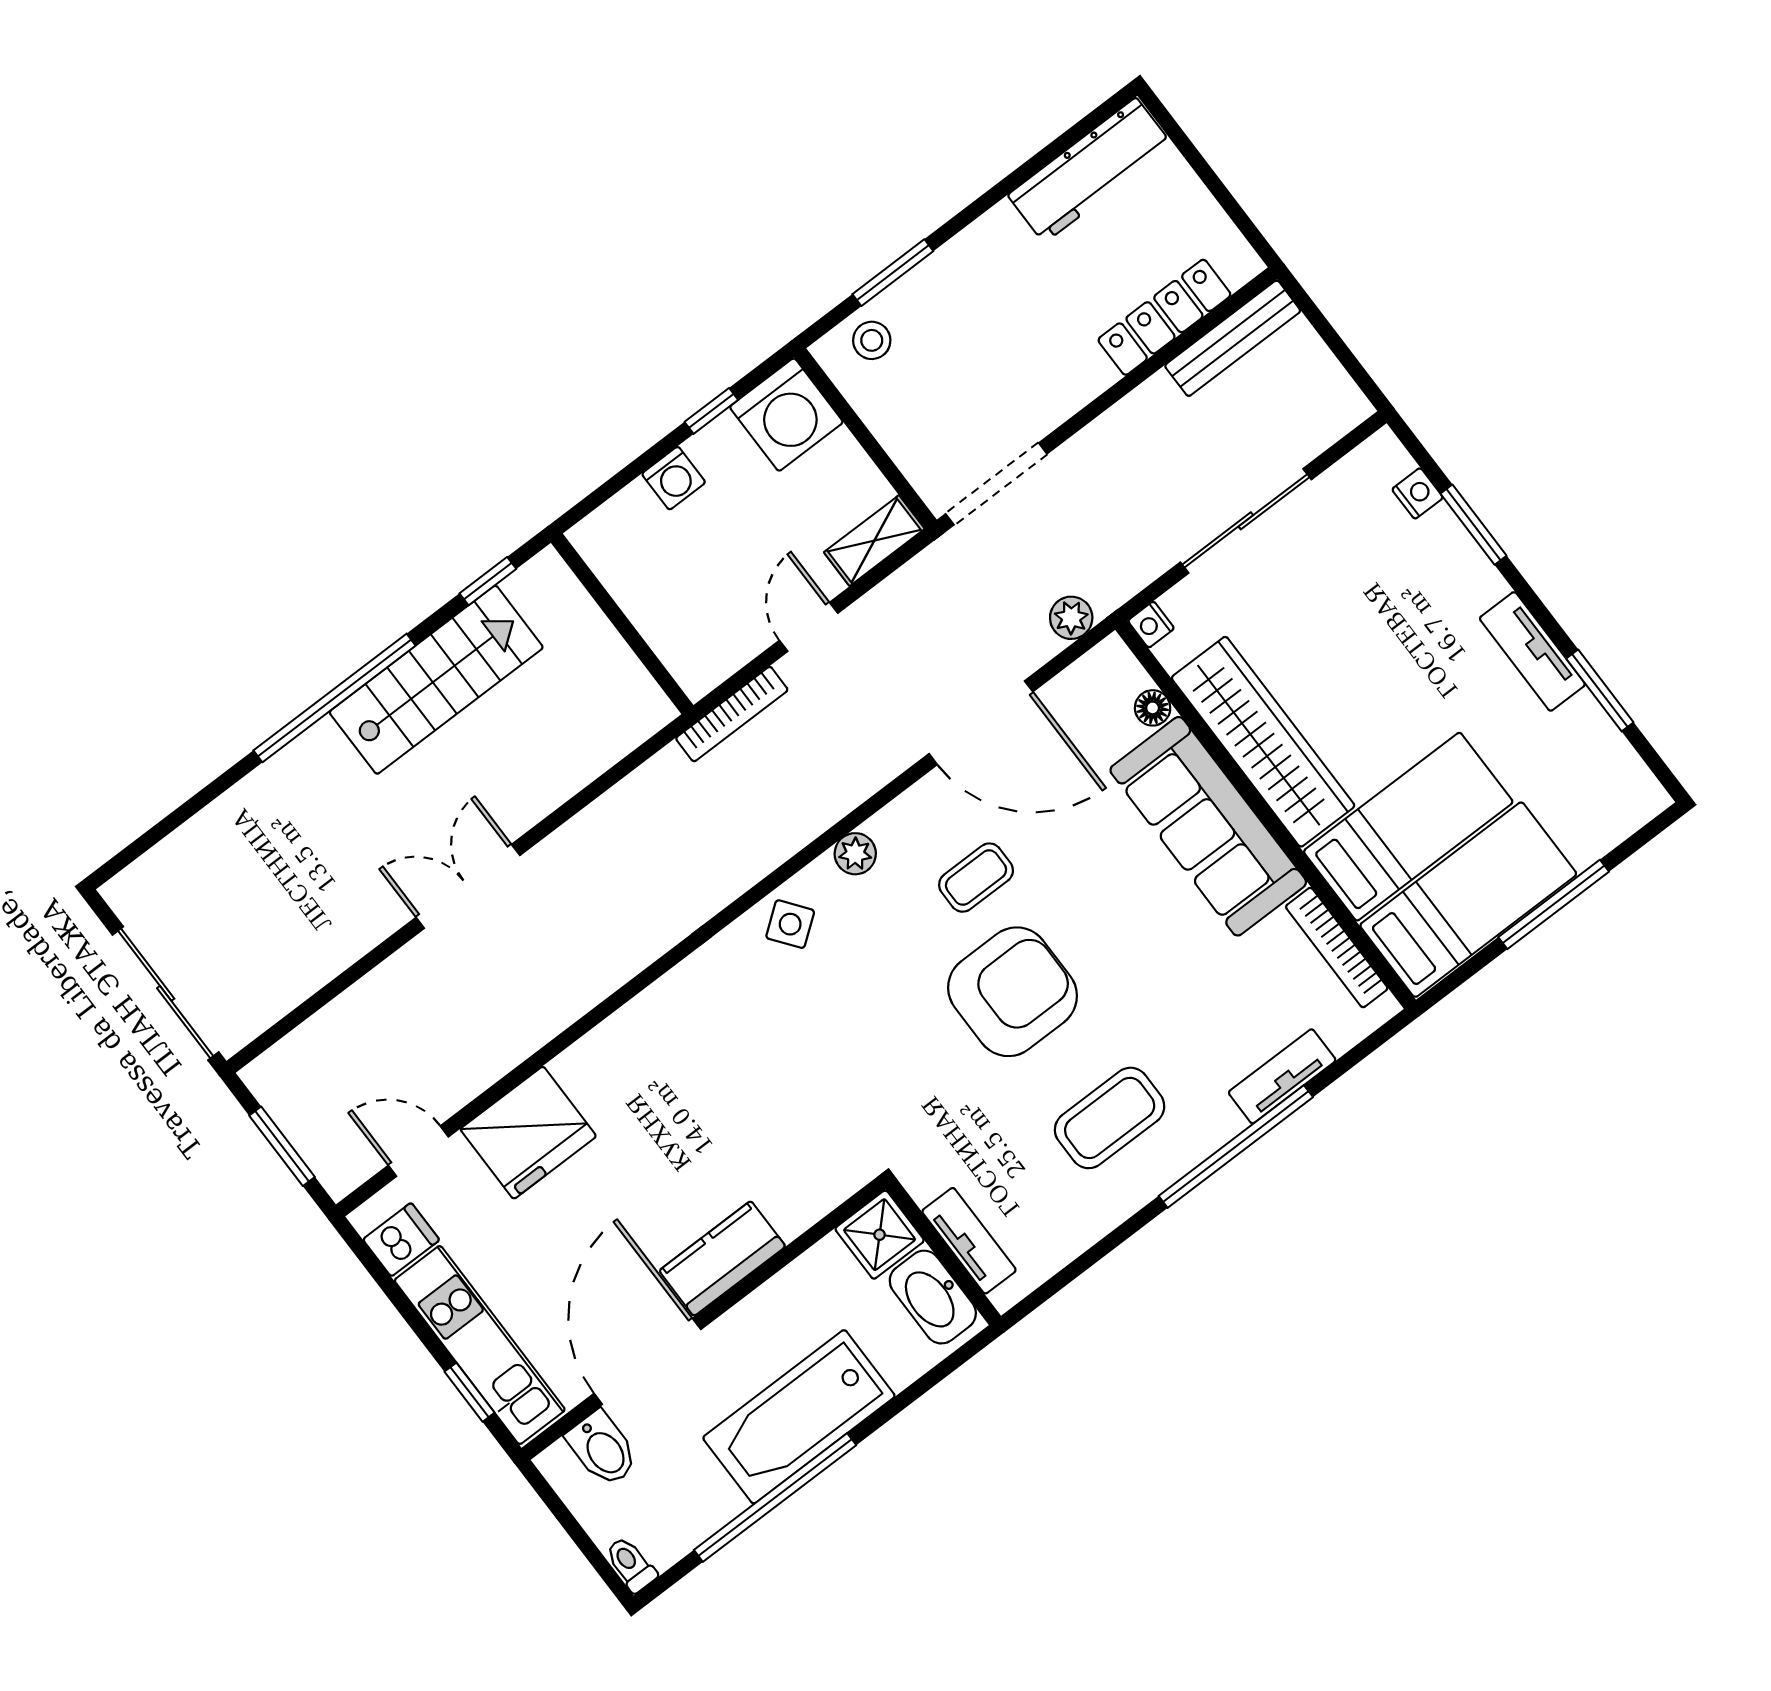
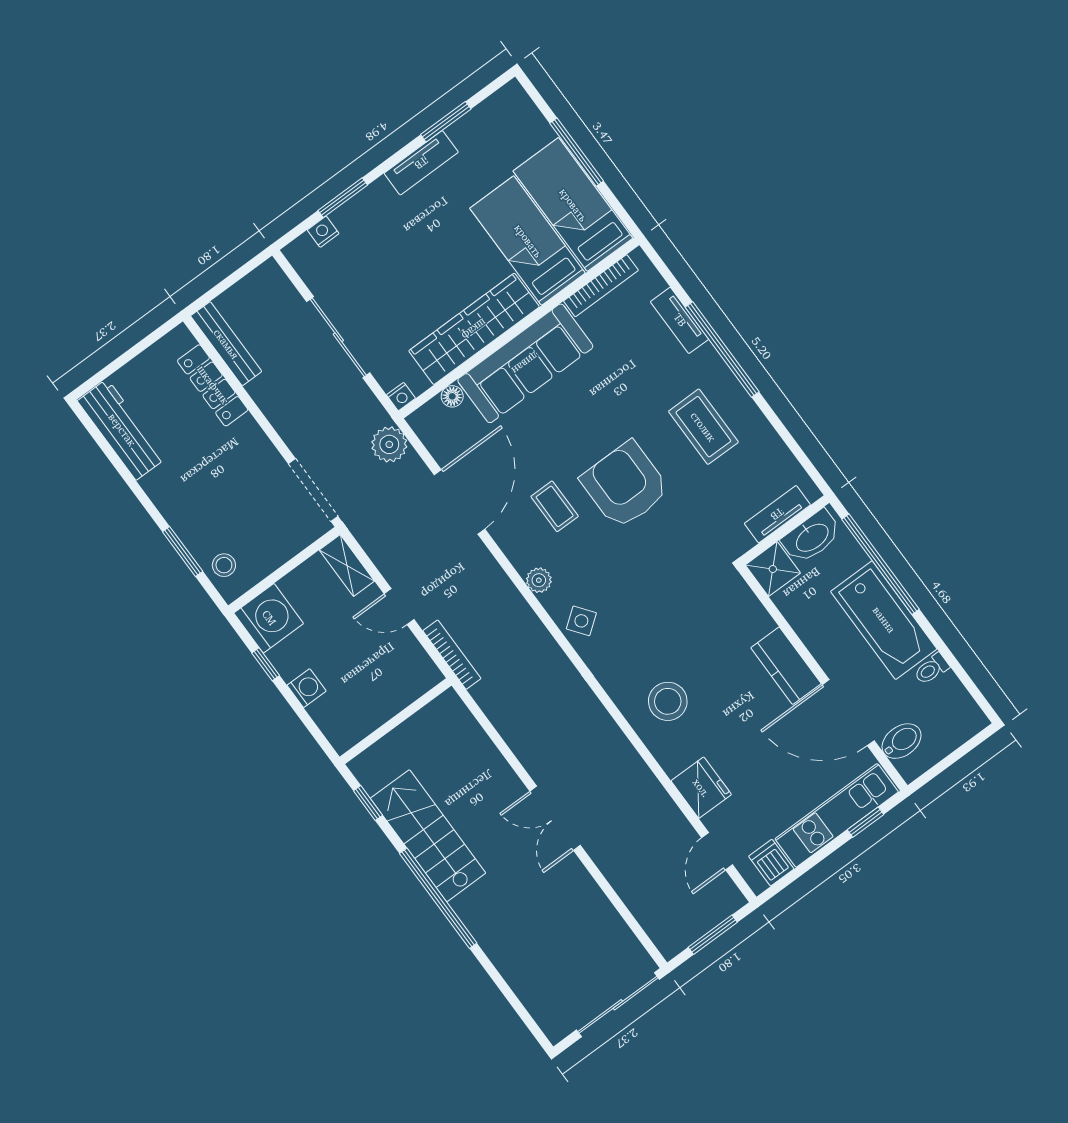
plant: (1071, 618) -> (389, 444), width x1.38, depth x1.38
stool: (661, 1067) -> (668, 701), added
fridge: (528, 1133) -> (701, 788), width x0.73, depth x0.75
window: (775, 1497) -> (880, 564), moved
toilet: (631, 1564) -> (932, 669), moved

